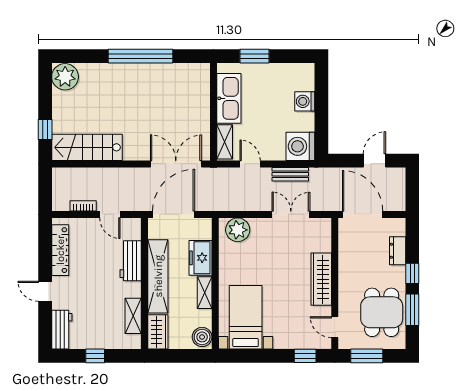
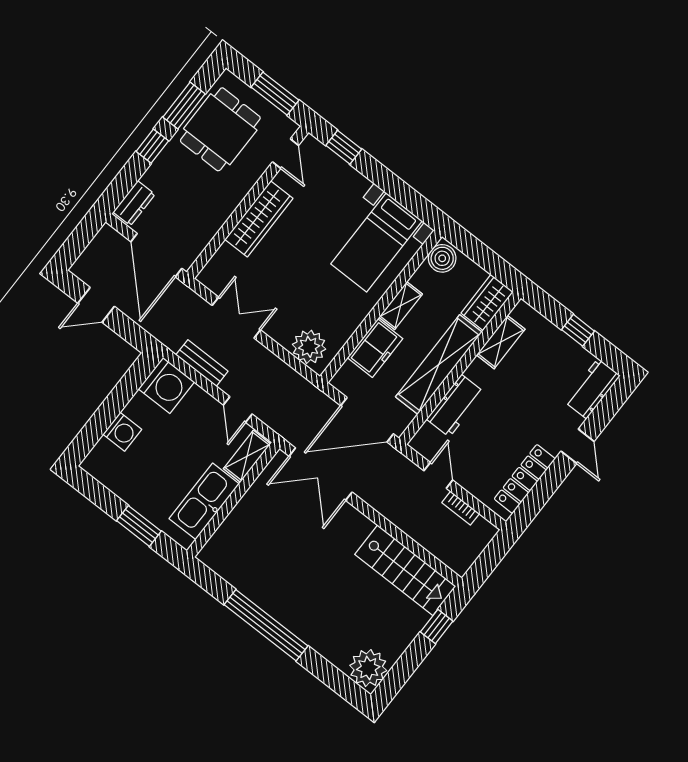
double door: (291, 214) -> (236, 318), swing flipped
dresser: (398, 251) -> (134, 203), moved

